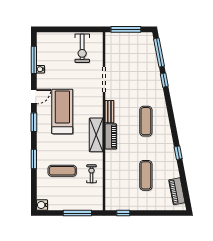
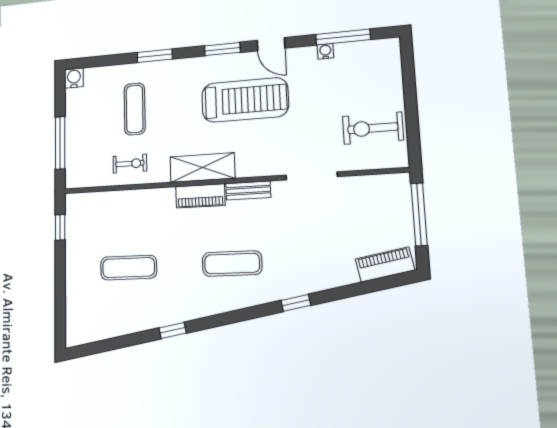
window: (159, 53) -> (374, 285), removed
window: (164, 80) -> (296, 303), moved
piano: (177, 191) -> (385, 265), moved

